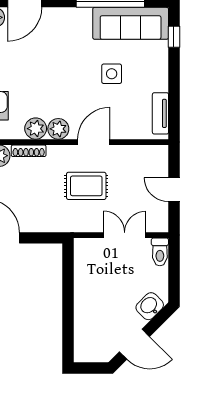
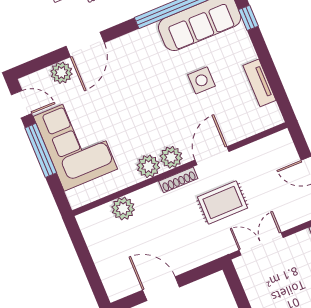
tv unit: (160, 113) -> (259, 83), moved
shoe rack: (29, 151) -> (178, 180), moved
double door: (125, 235) -> (261, 244), moved

